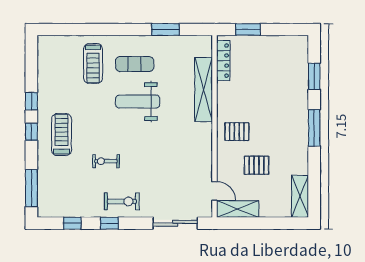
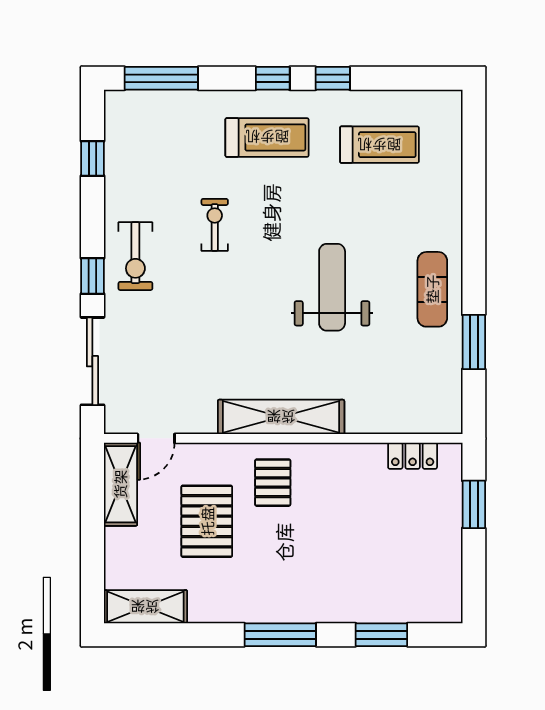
locker: (223, 61) -> (413, 456), width x0.66
treadmill: (93, 63) -> (379, 145), moved, turned 180
exercise mat: (135, 64) -> (432, 289), moved
shelving: (204, 90) -> (281, 417), moved
pallet: (257, 165) -> (207, 521), width x1.50, depth x1.42
window: (109, 223) -> (92, 276), moved

